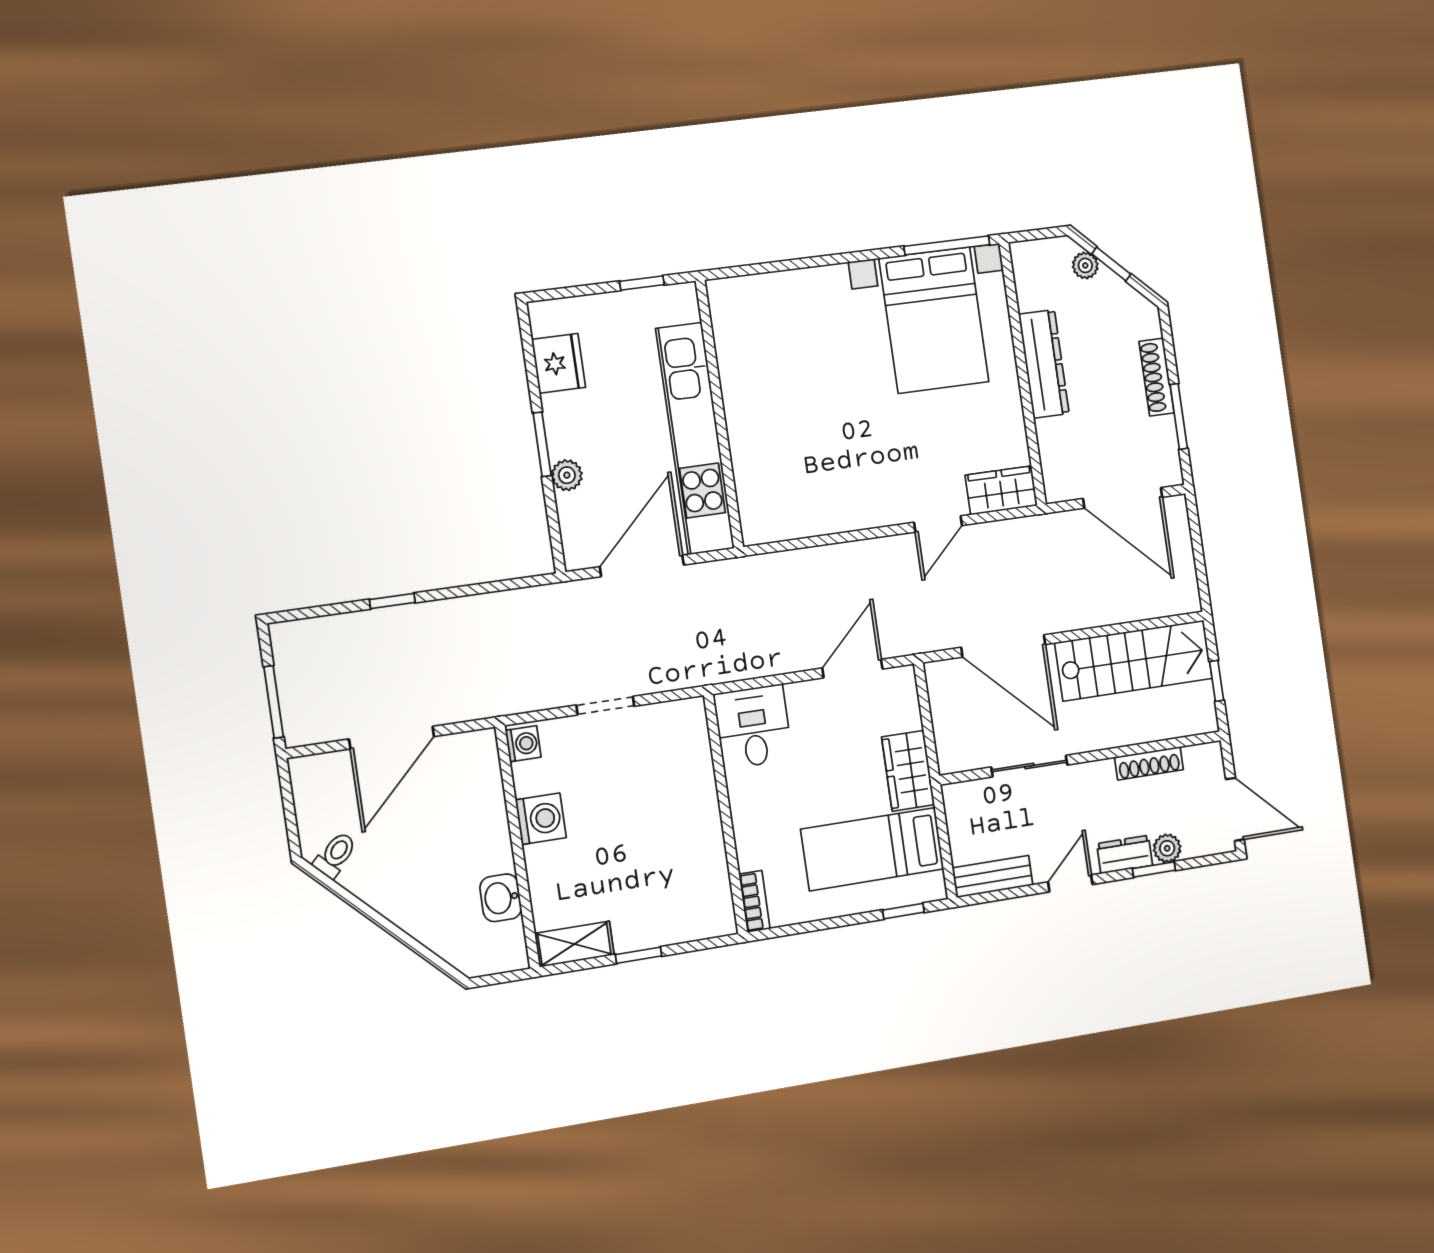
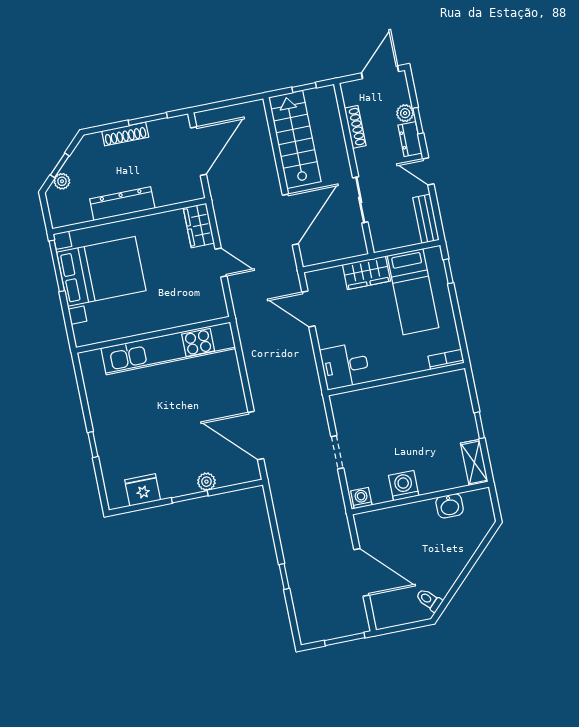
wall: (719, 414) -> (153, 335), moved
kitchen unit: (695, 438) -> (168, 348), moved

